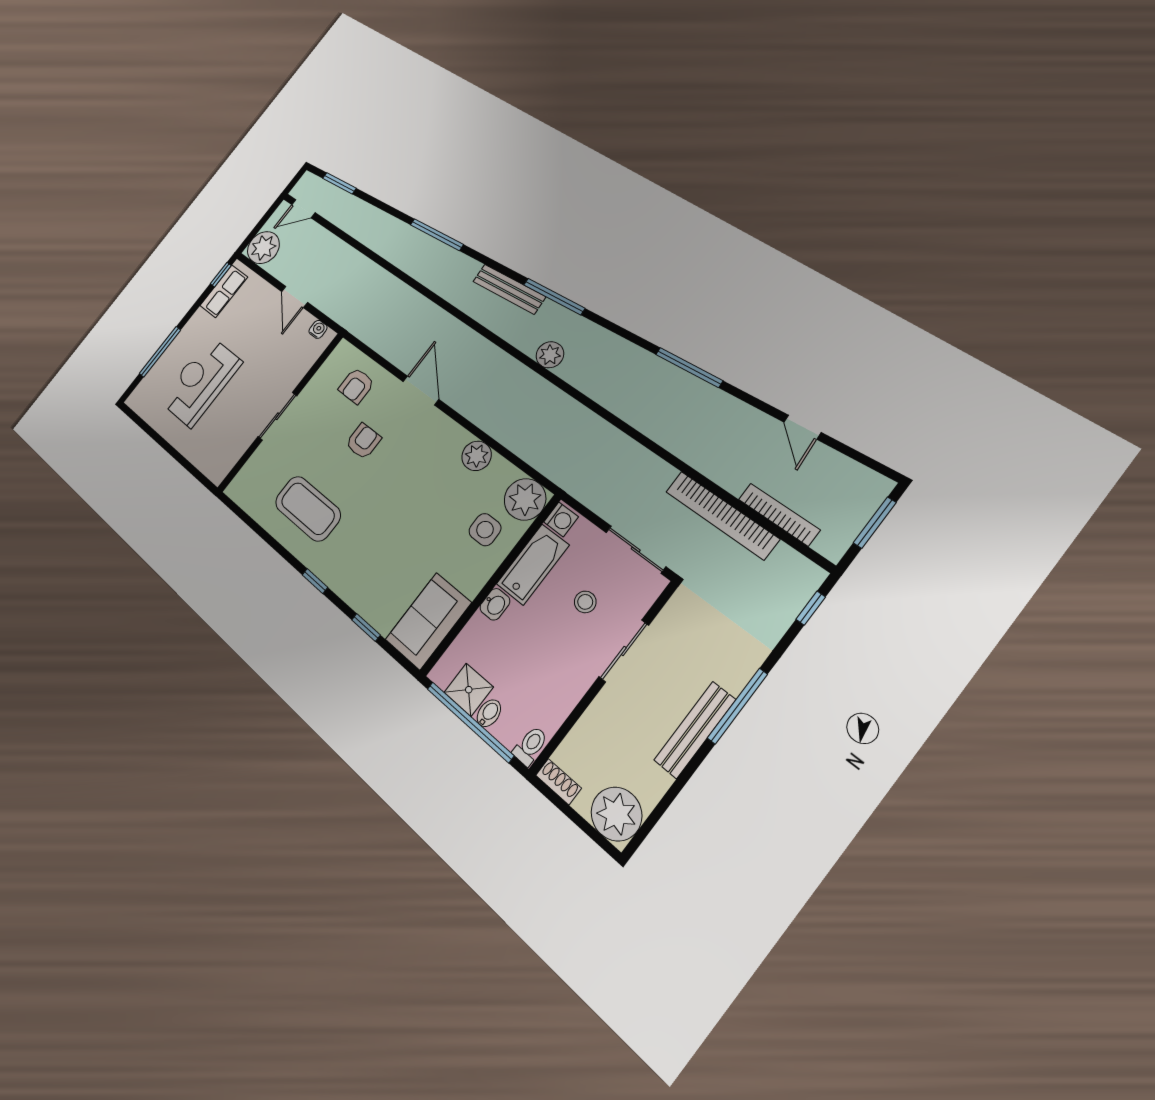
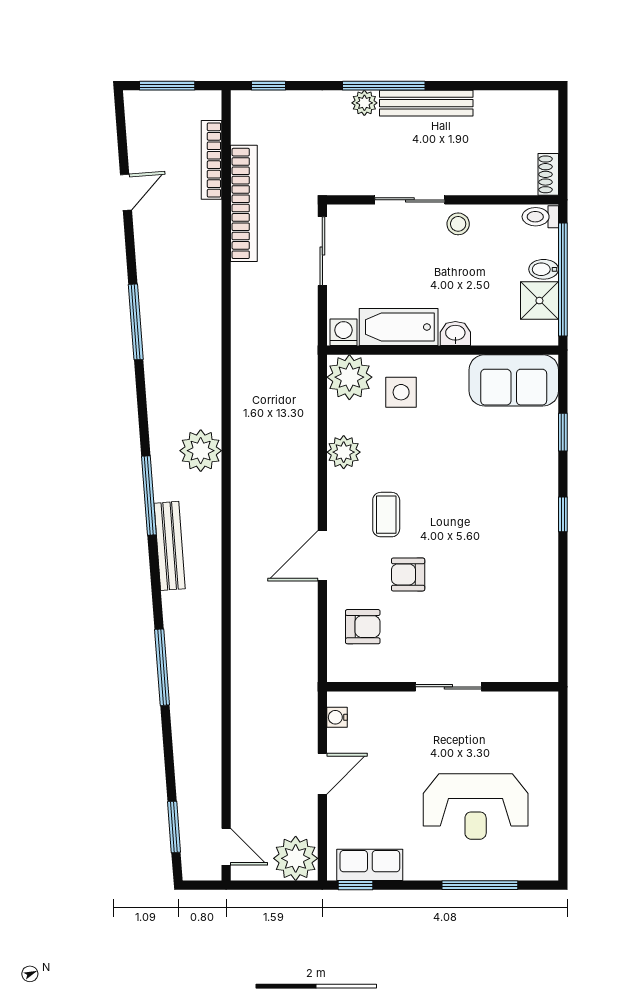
plant: (550, 355) -> (201, 451), width x1.36, depth x1.36
coffee table: (308, 509) -> (386, 515), moved, width x0.54, depth x0.58
stool: (585, 602) -> (458, 224), moved
plant: (616, 814) -> (364, 103), moved, width x0.53, depth x0.53

